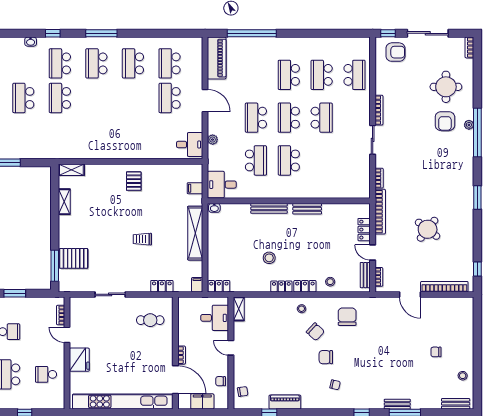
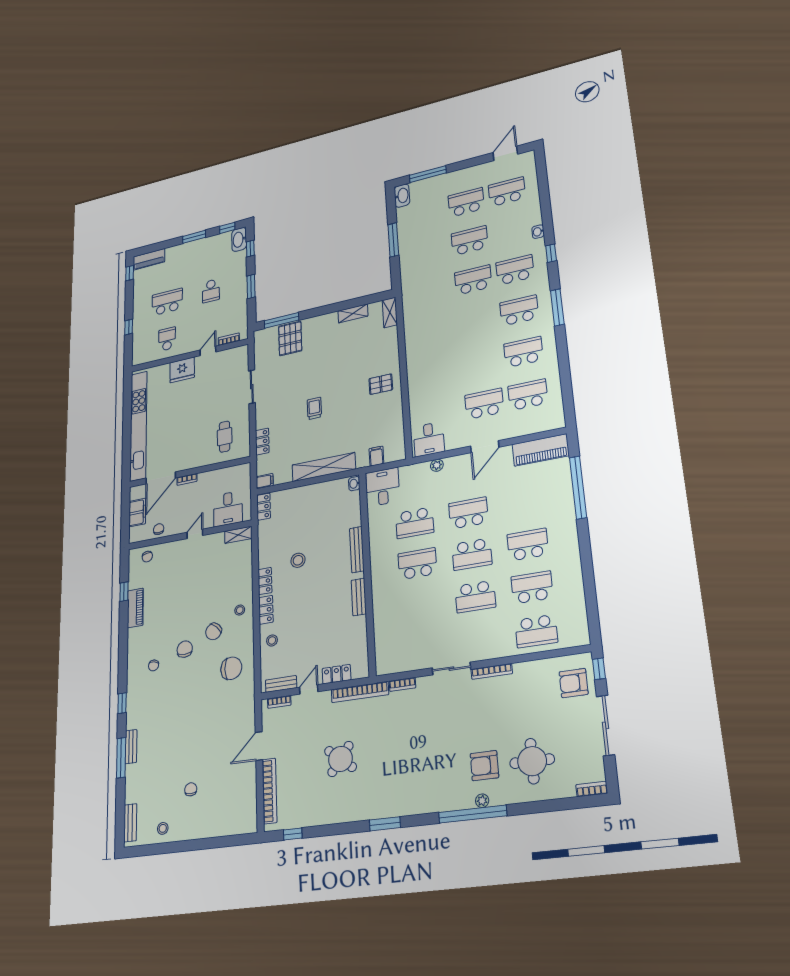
armchair: (395, 52) -> (574, 683), turned 90
school desk: (289, 118) -> (472, 554), turned 180

